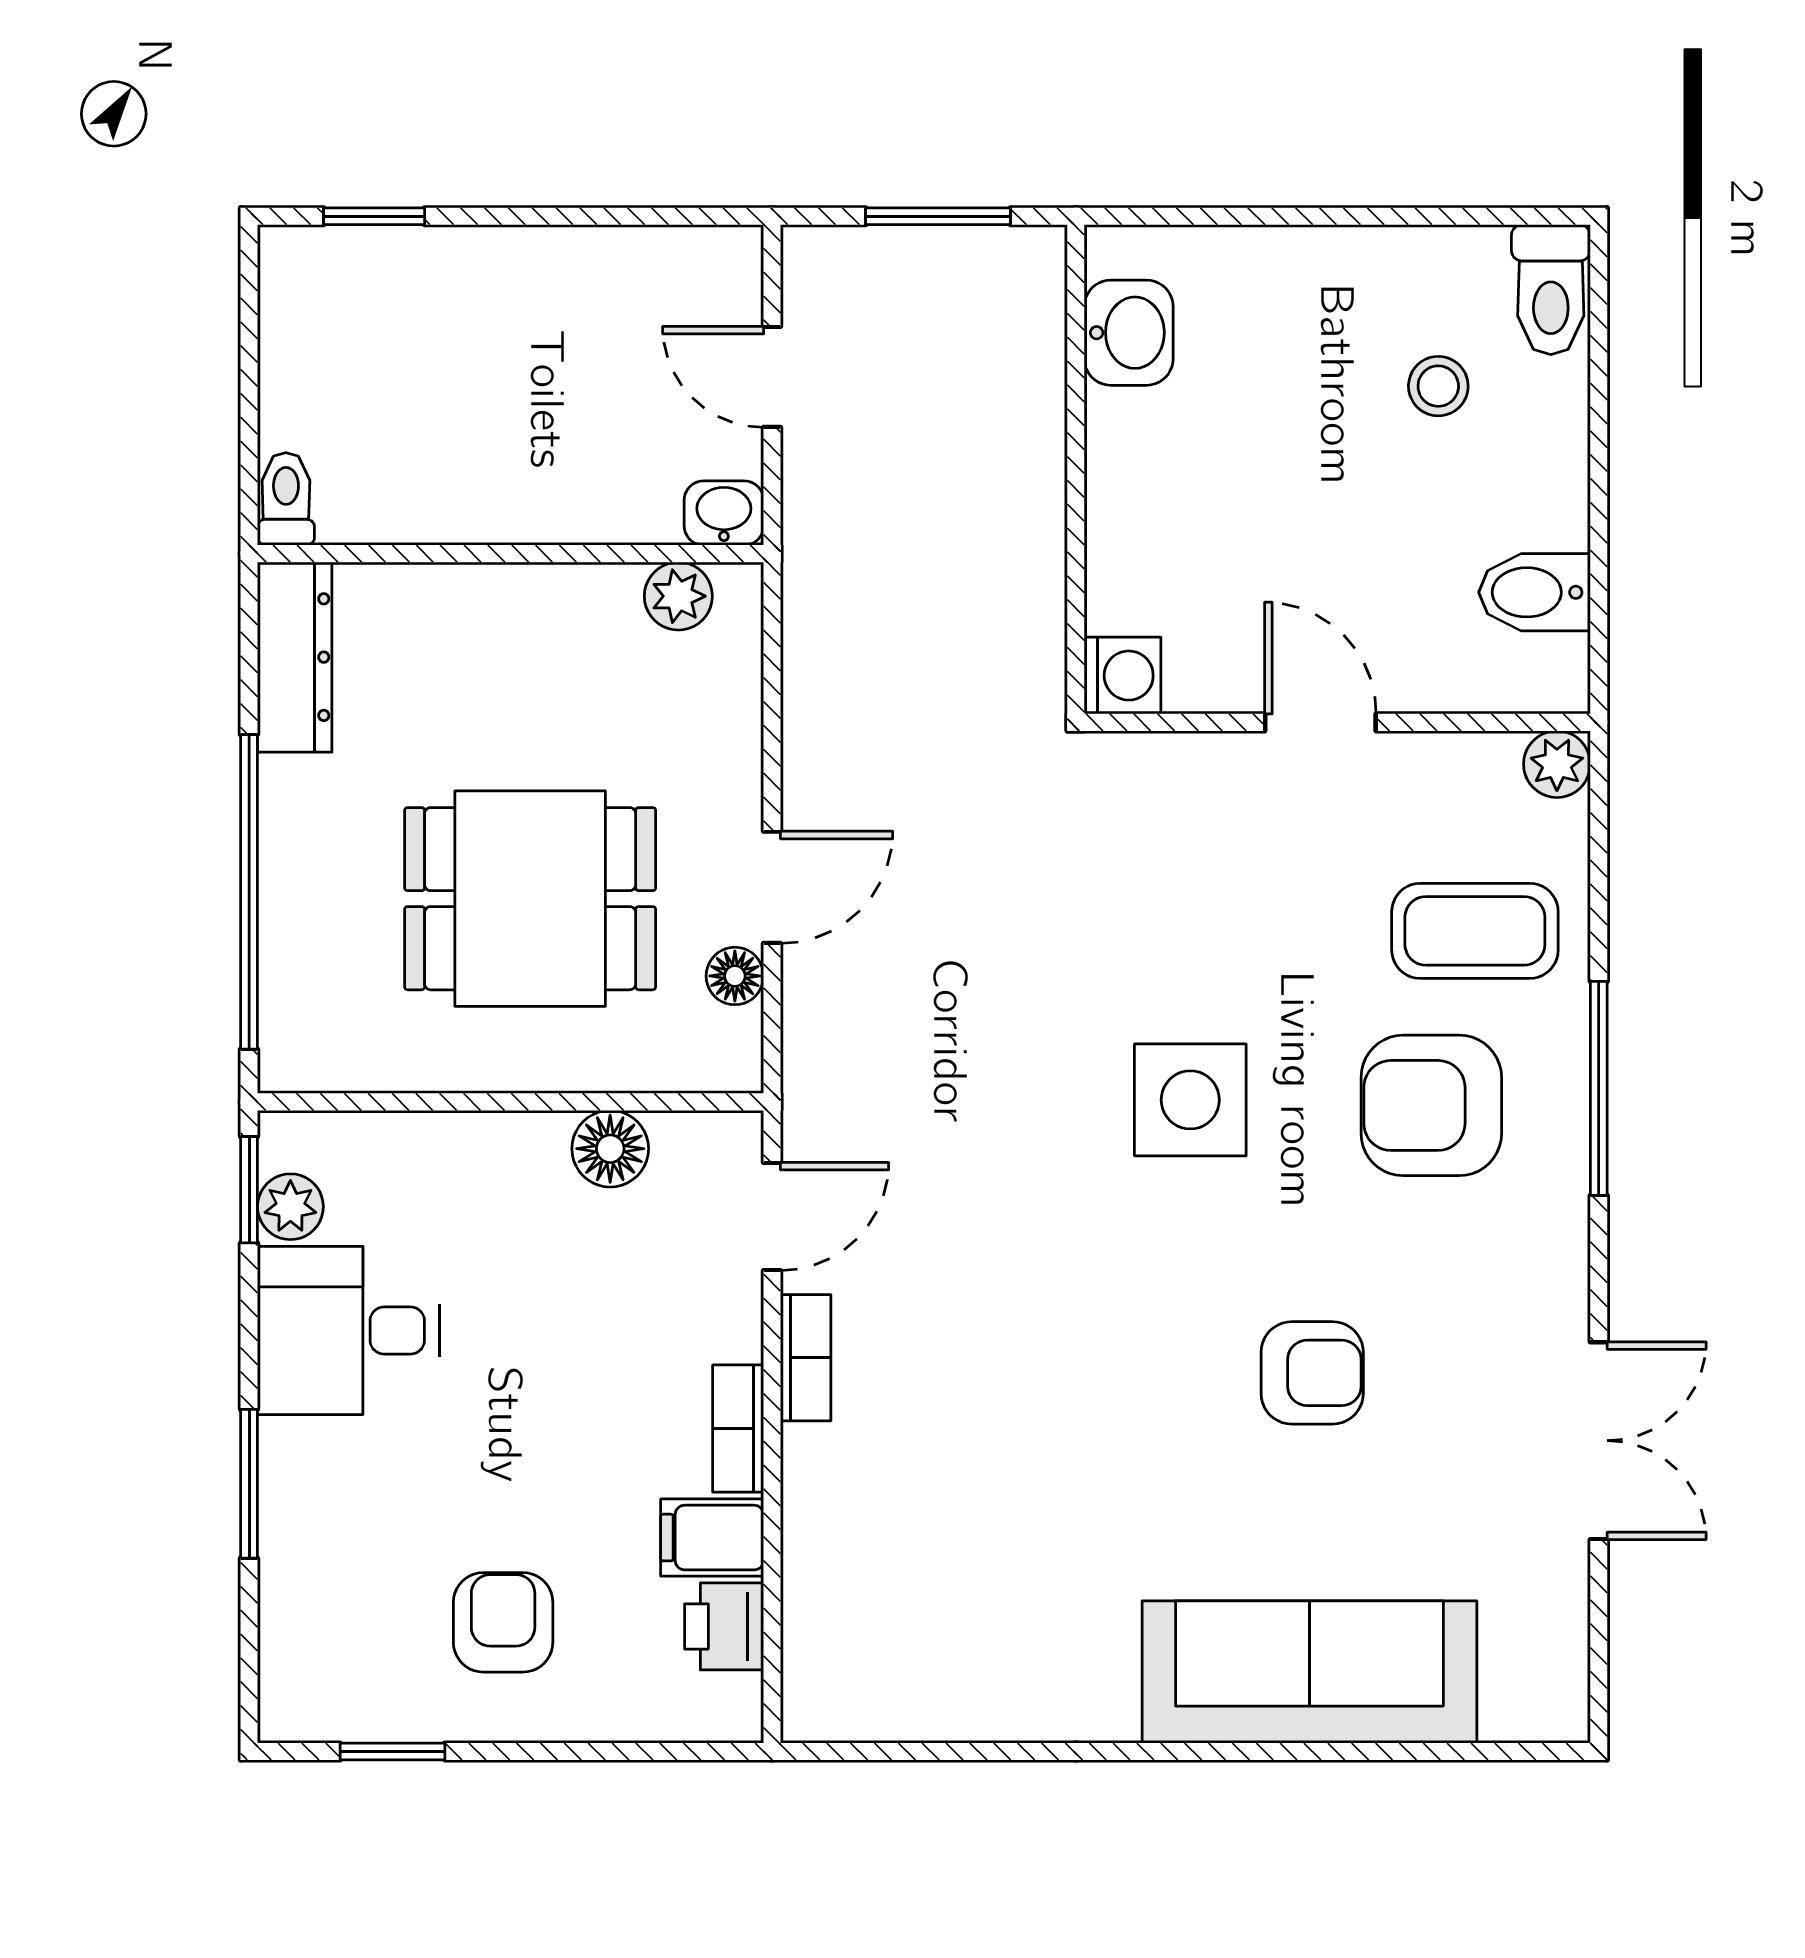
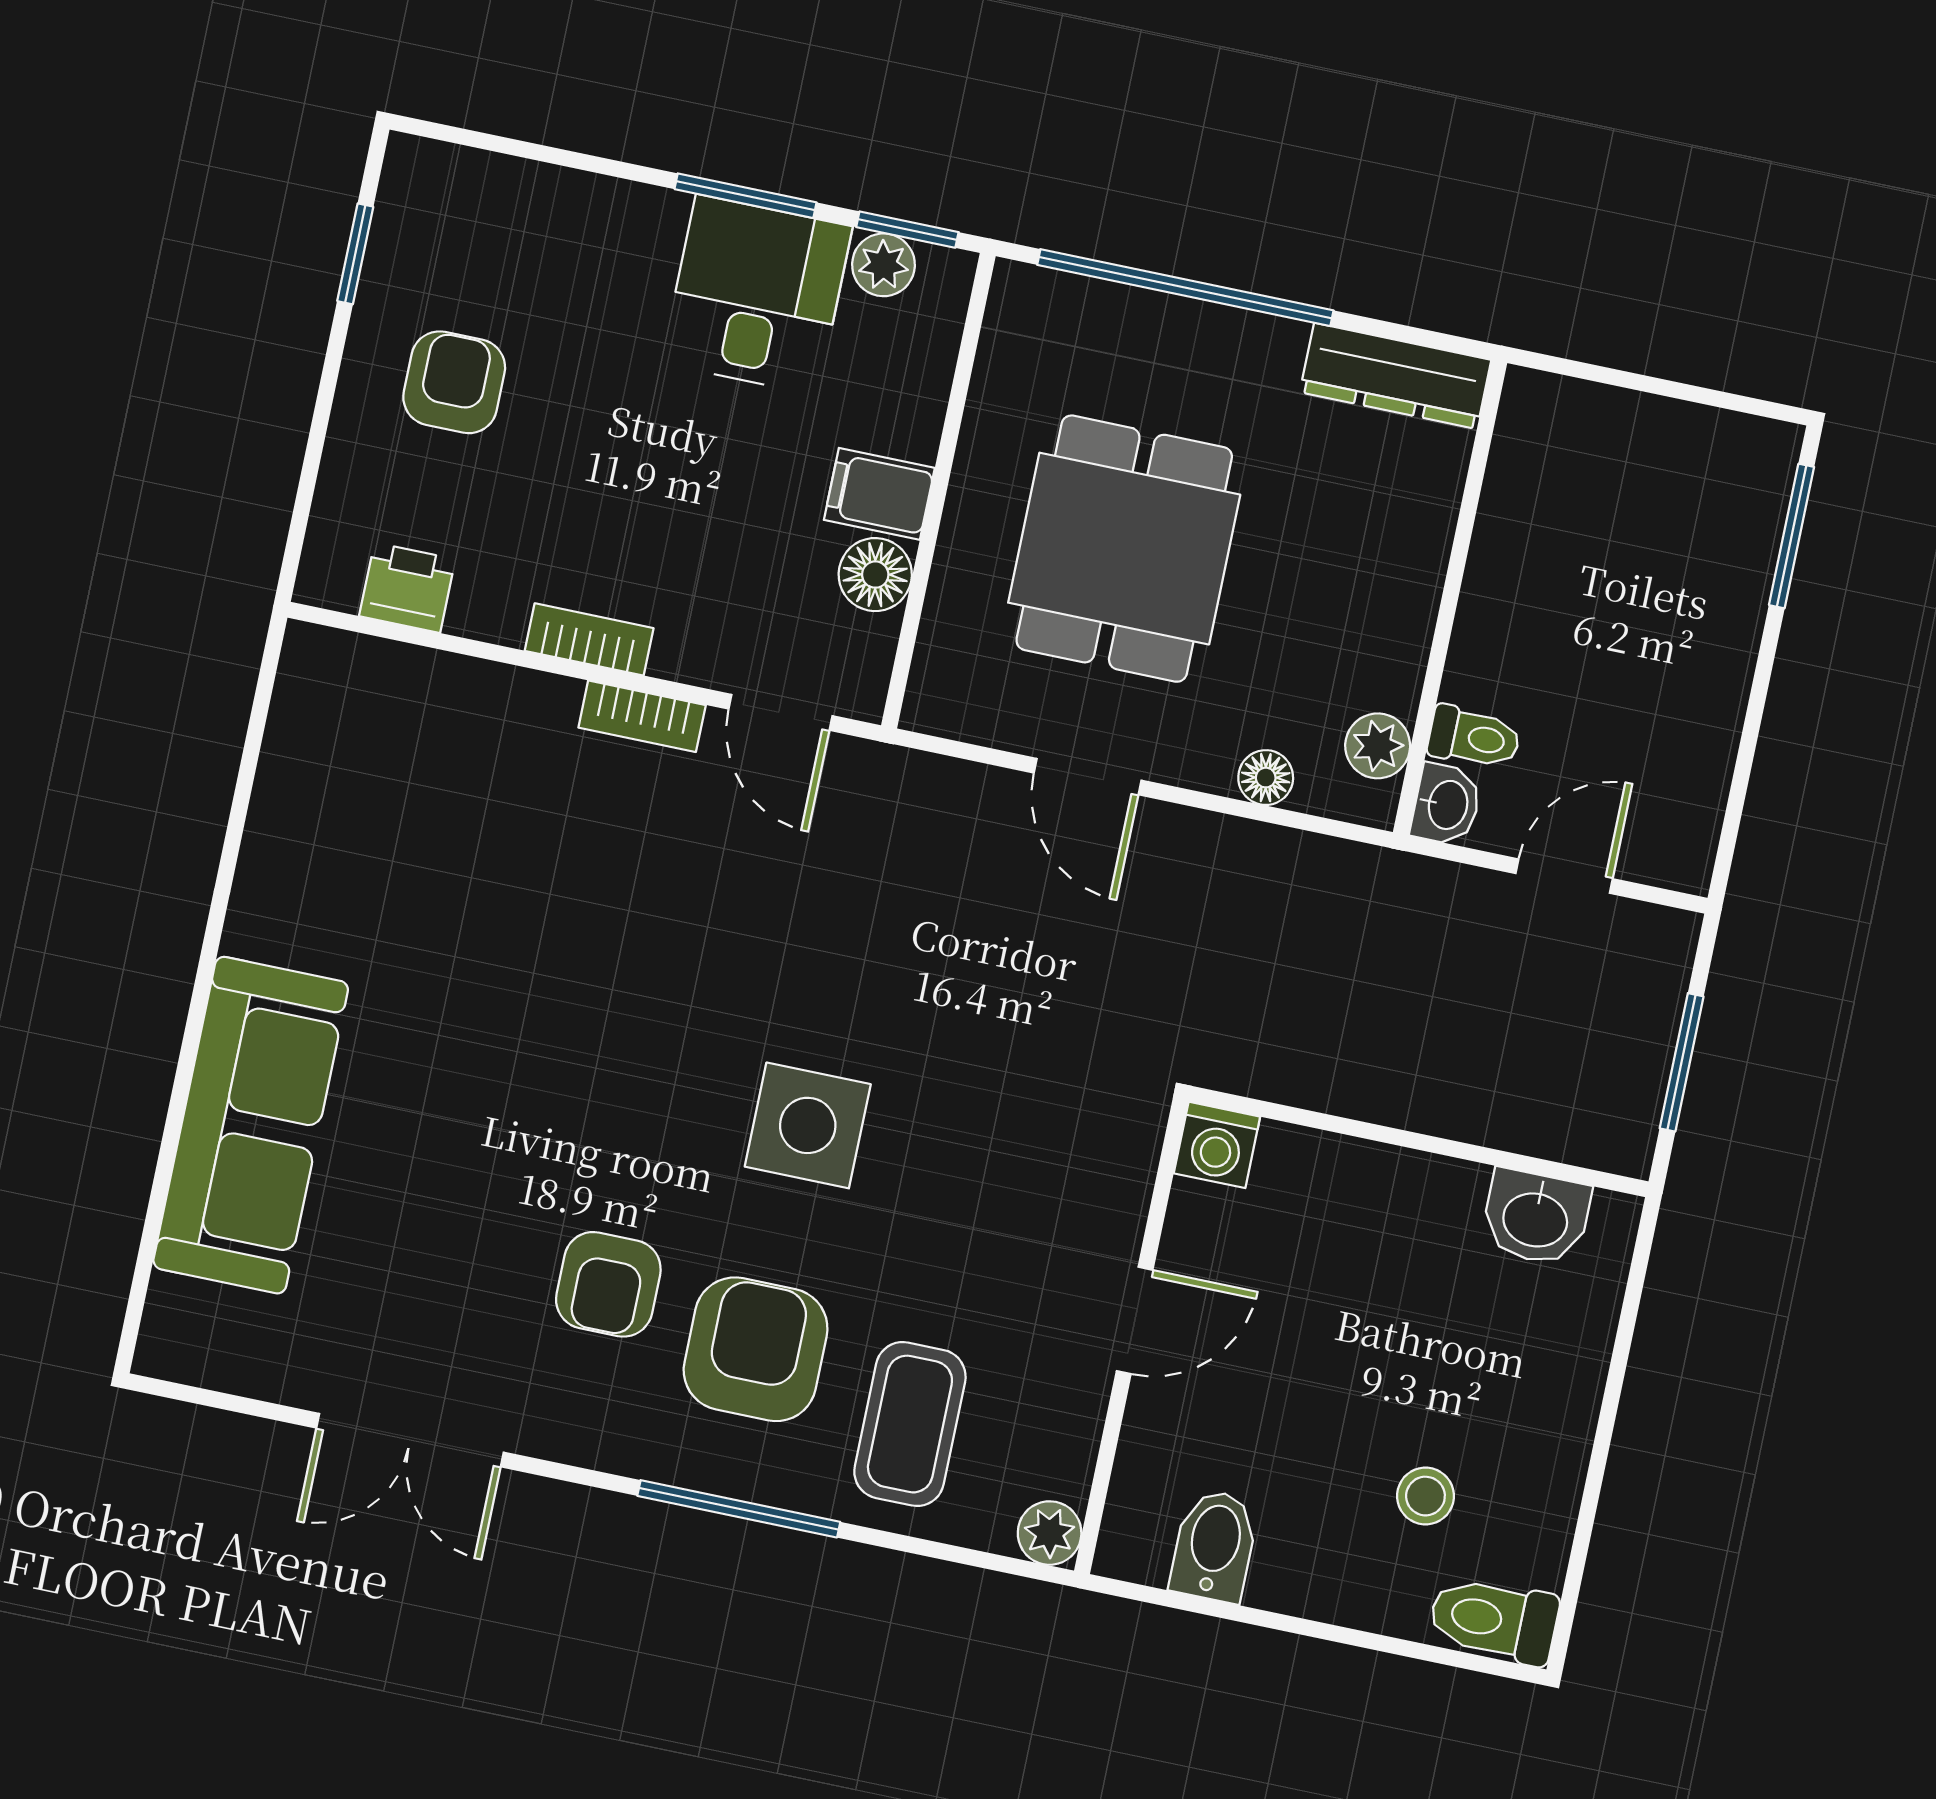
window: (374, 216) -> (1792, 536), width x1.50
toilet: (286, 499) -> (1474, 737), moved
floor lamp: (735, 976) -> (1266, 778), moved
armchair: (1312, 1373) -> (608, 1284), moved
window: (249, 1484) -> (746, 196), moved
filing cabinet: (712, 1538) -> (879, 494), moved, turned -90
armchair: (503, 1622) -> (454, 382), turned -90

